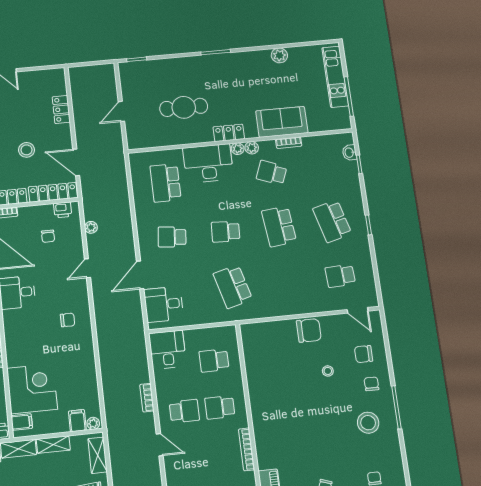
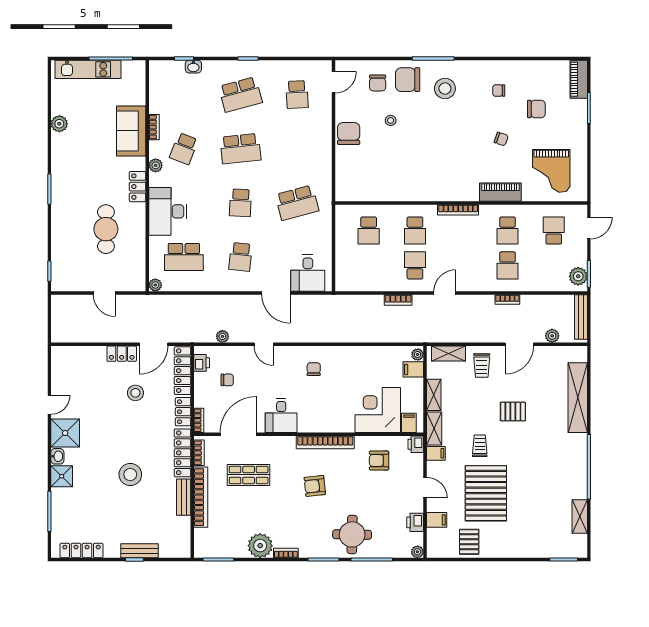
locker: (61, 110) -> (122, 354), moved
plant: (238, 149) -> (155, 285), moved
washbasin: (349, 153) -> (193, 67), moved
desk: (168, 350) -> (353, 275), removed
chair: (371, 384) -> (408, 80), width x1.87, depth x1.87

